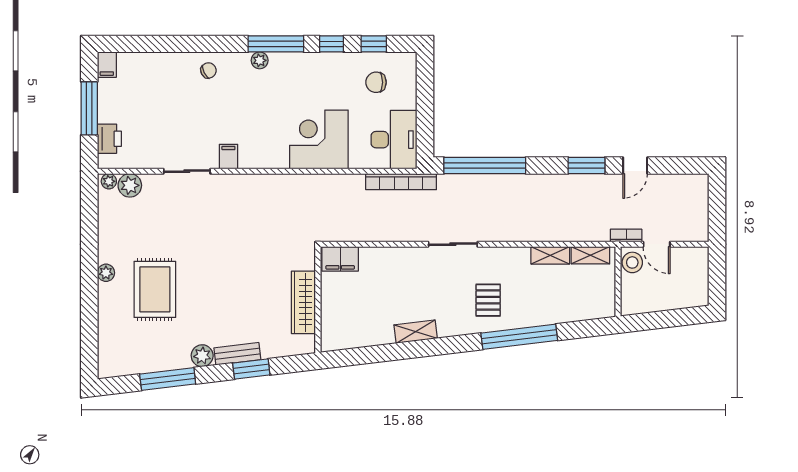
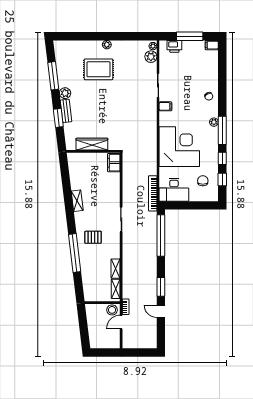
corner desk: (319, 139) -> (179, 147), width x1.36, depth x1.36

